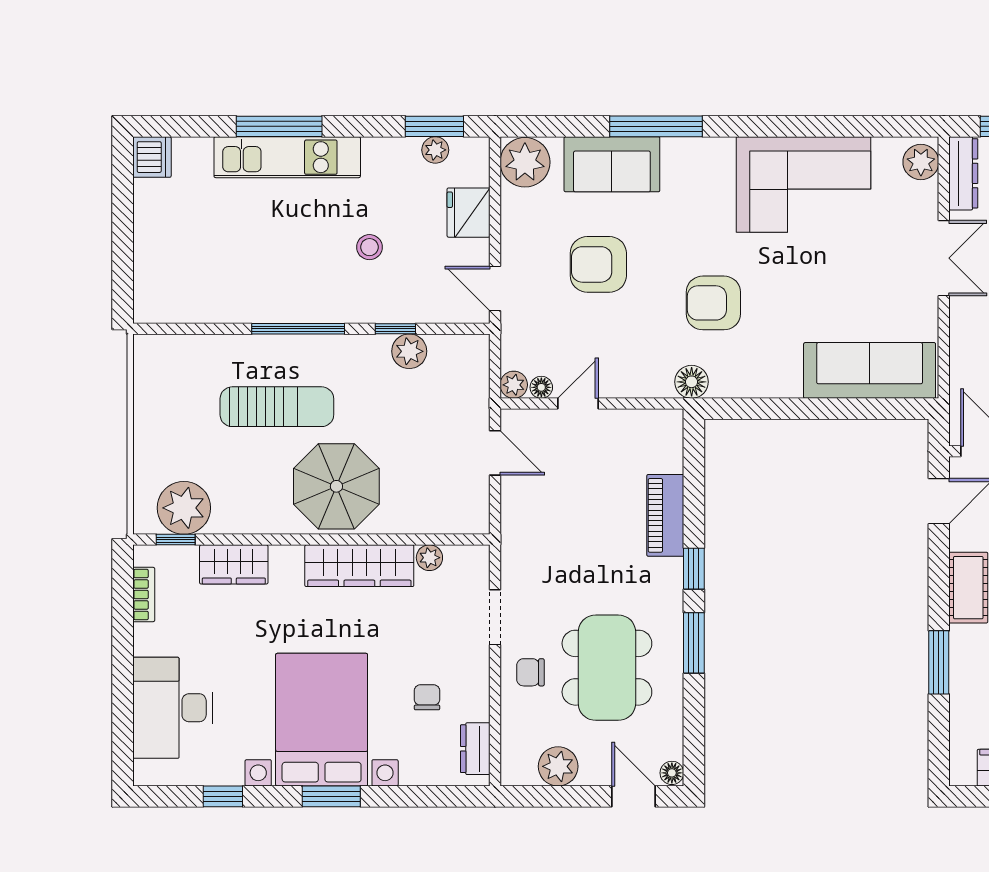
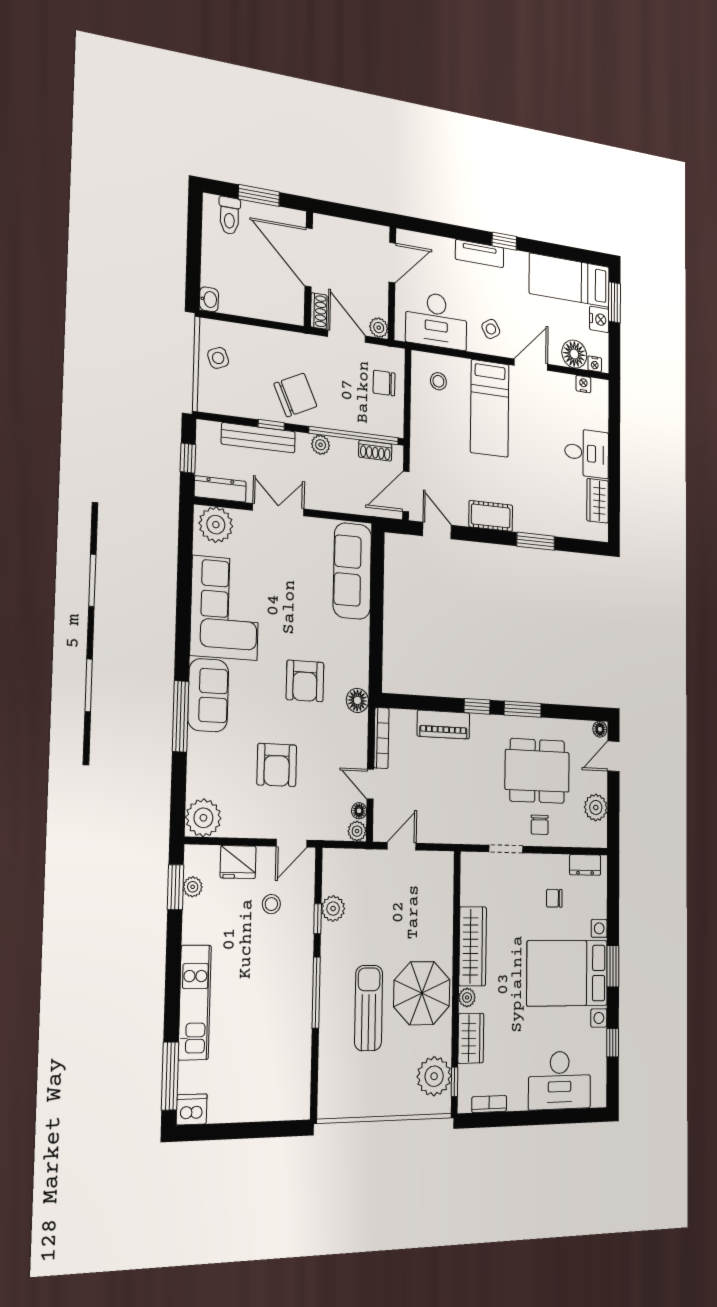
window: (279, 126) -> (170, 1076), moved
plant: (921, 162) -> (216, 525), width x1.36, depth x1.36
sofa: (612, 164) -> (208, 695), moved
stool: (369, 247) -> (271, 904), moved
bookcase: (642, 419) -> (381, 738), added
parasol: (336, 486) -> (422, 993), moved
plant: (429, 558) -> (467, 998), moved

